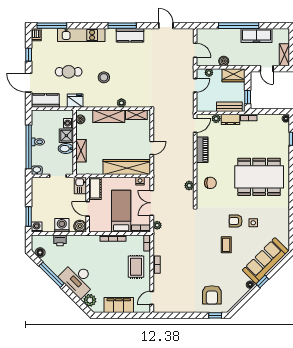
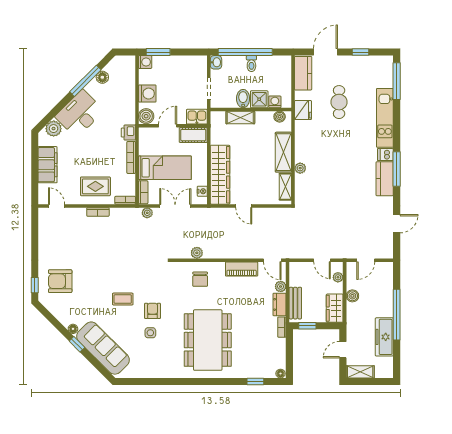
dishwasher: (36, 35) -> (385, 155), moved
stool: (104, 77) -> (332, 146), removed
printer: (60, 240) -> (128, 133), moved
floor lamp: (40, 252) -> (102, 77), moved

